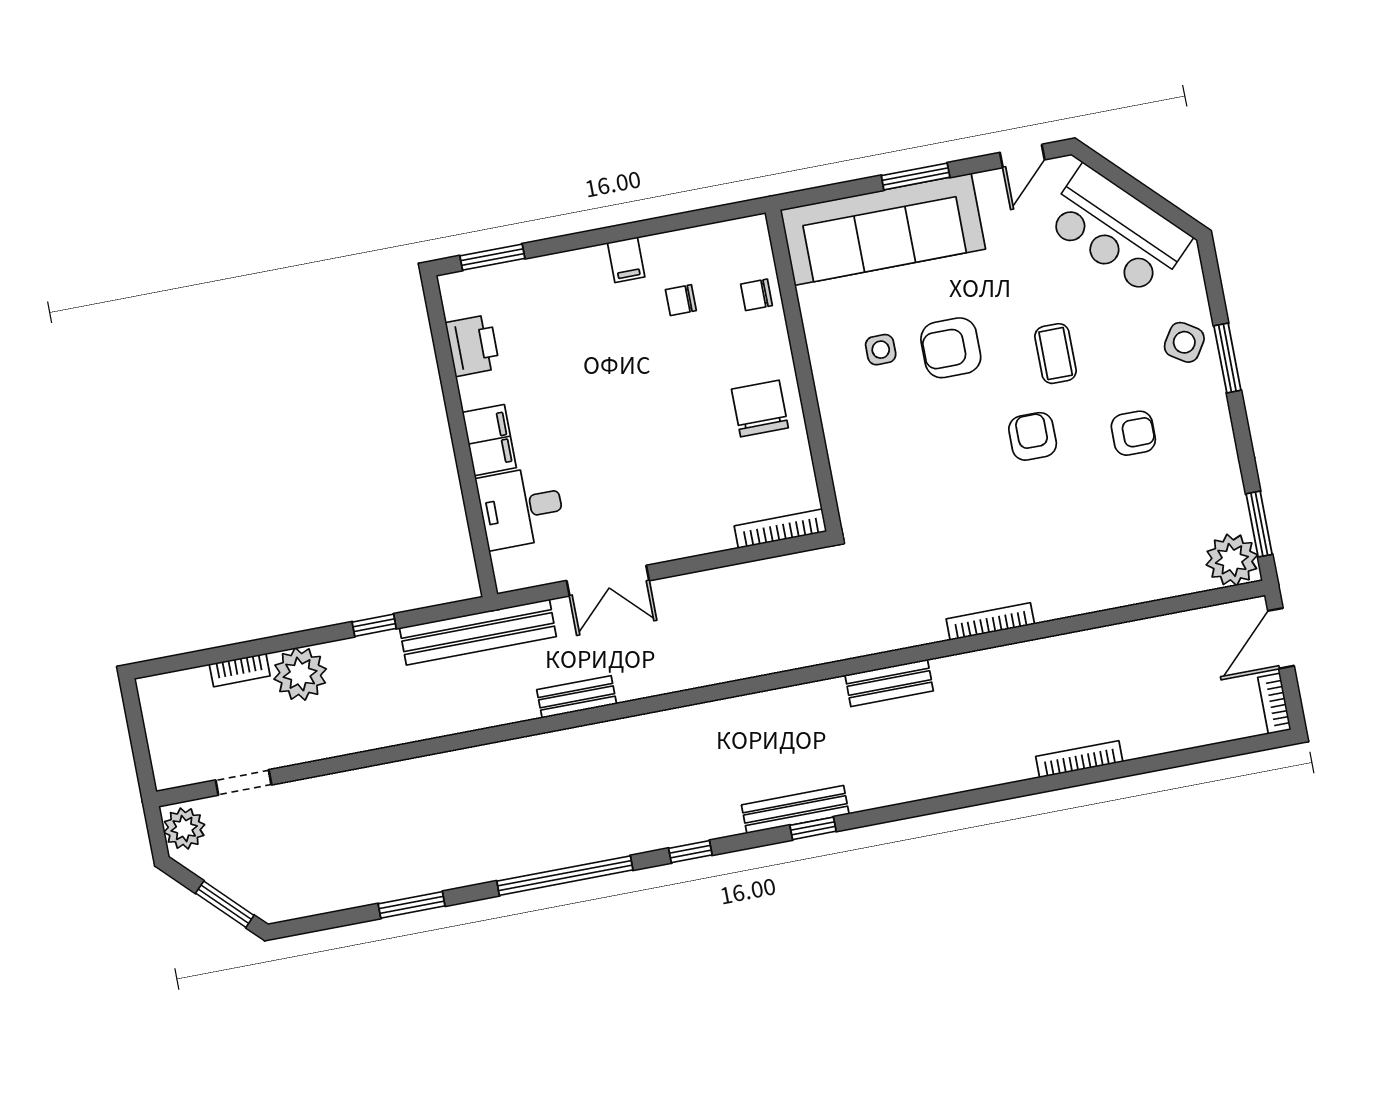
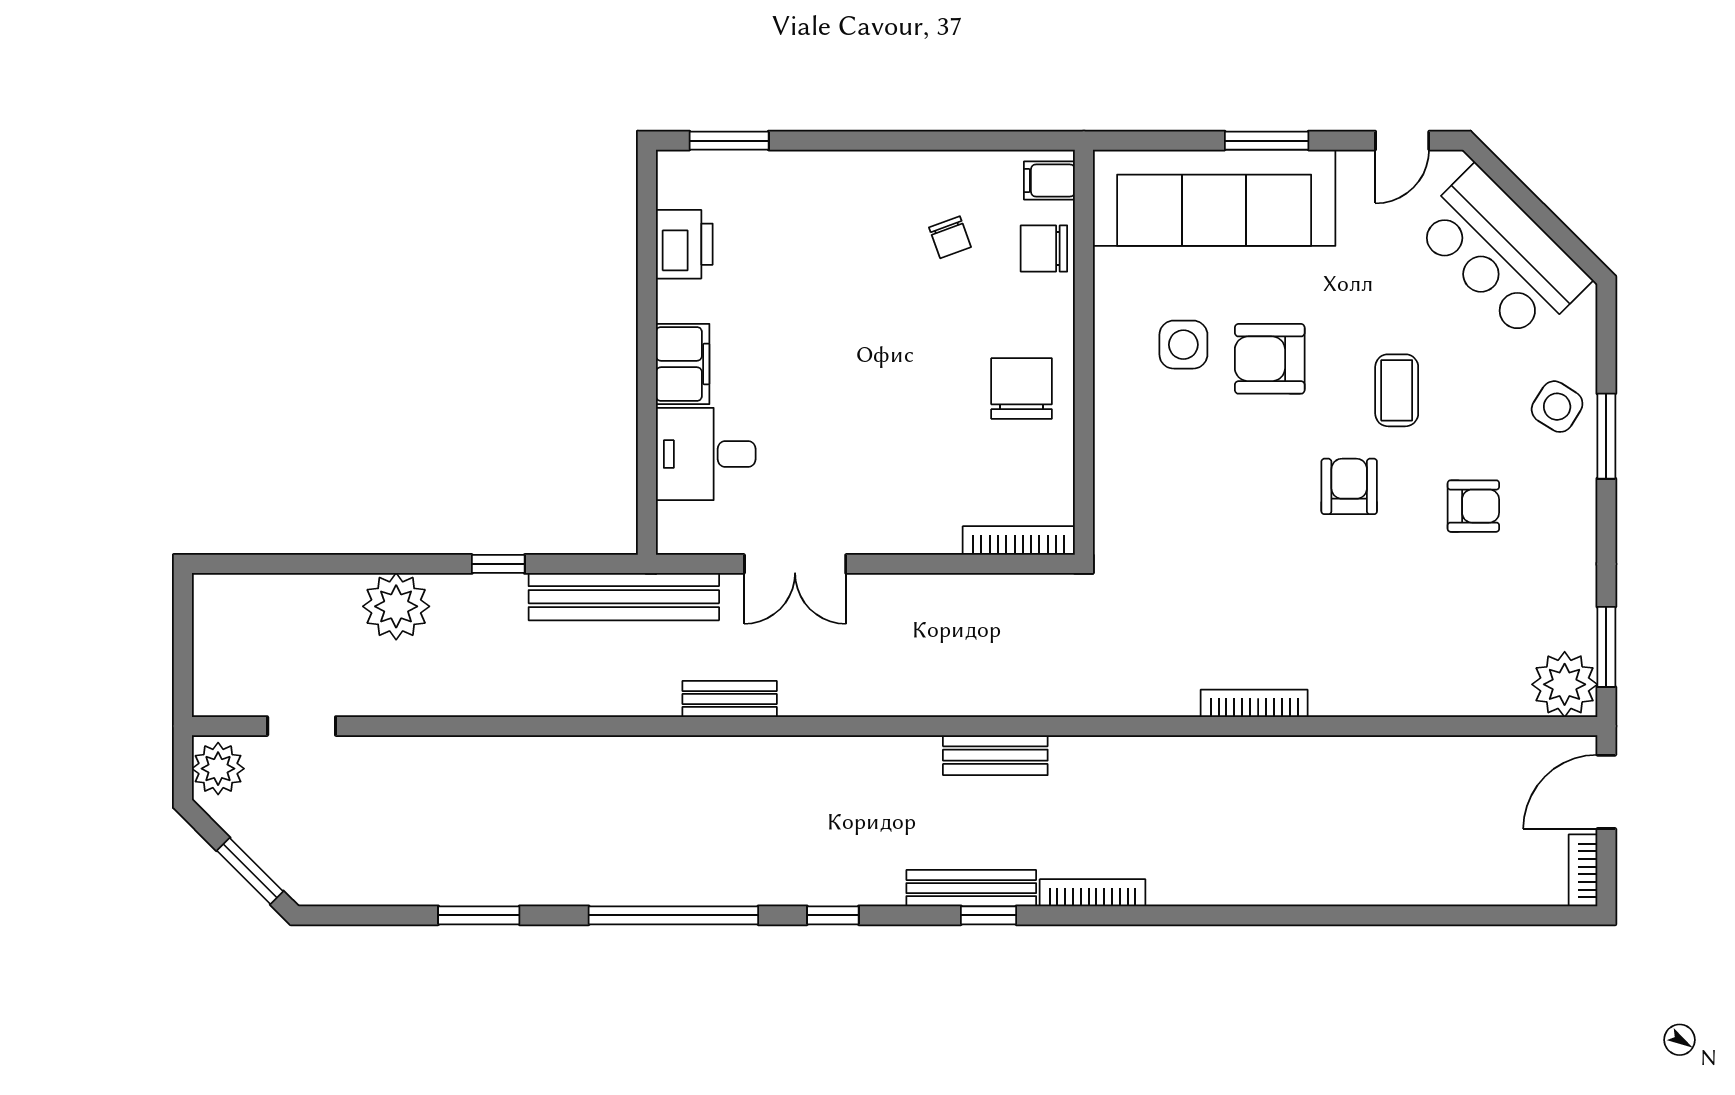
filing cabinet: (626, 260) -> (1049, 181), moved, turned 90
chair: (756, 295) -> (1044, 248), width x1.37, depth x1.37
chair: (681, 300) -> (950, 237), turned -110
side table: (881, 350) -> (1183, 345), width x1.37, depth x1.37
bookcase: (240, 670) -> (323, 587), removed
bench: (889, 683) -> (995, 755), moved
bookcase: (1079, 759) -> (1093, 893), moved

